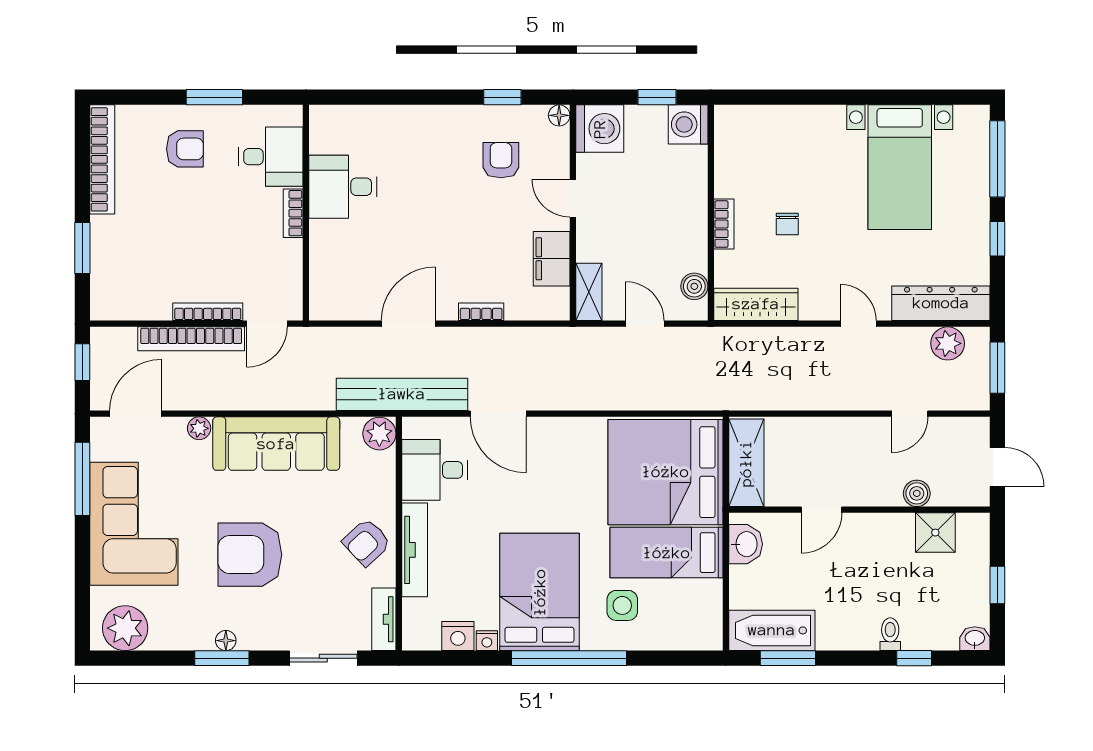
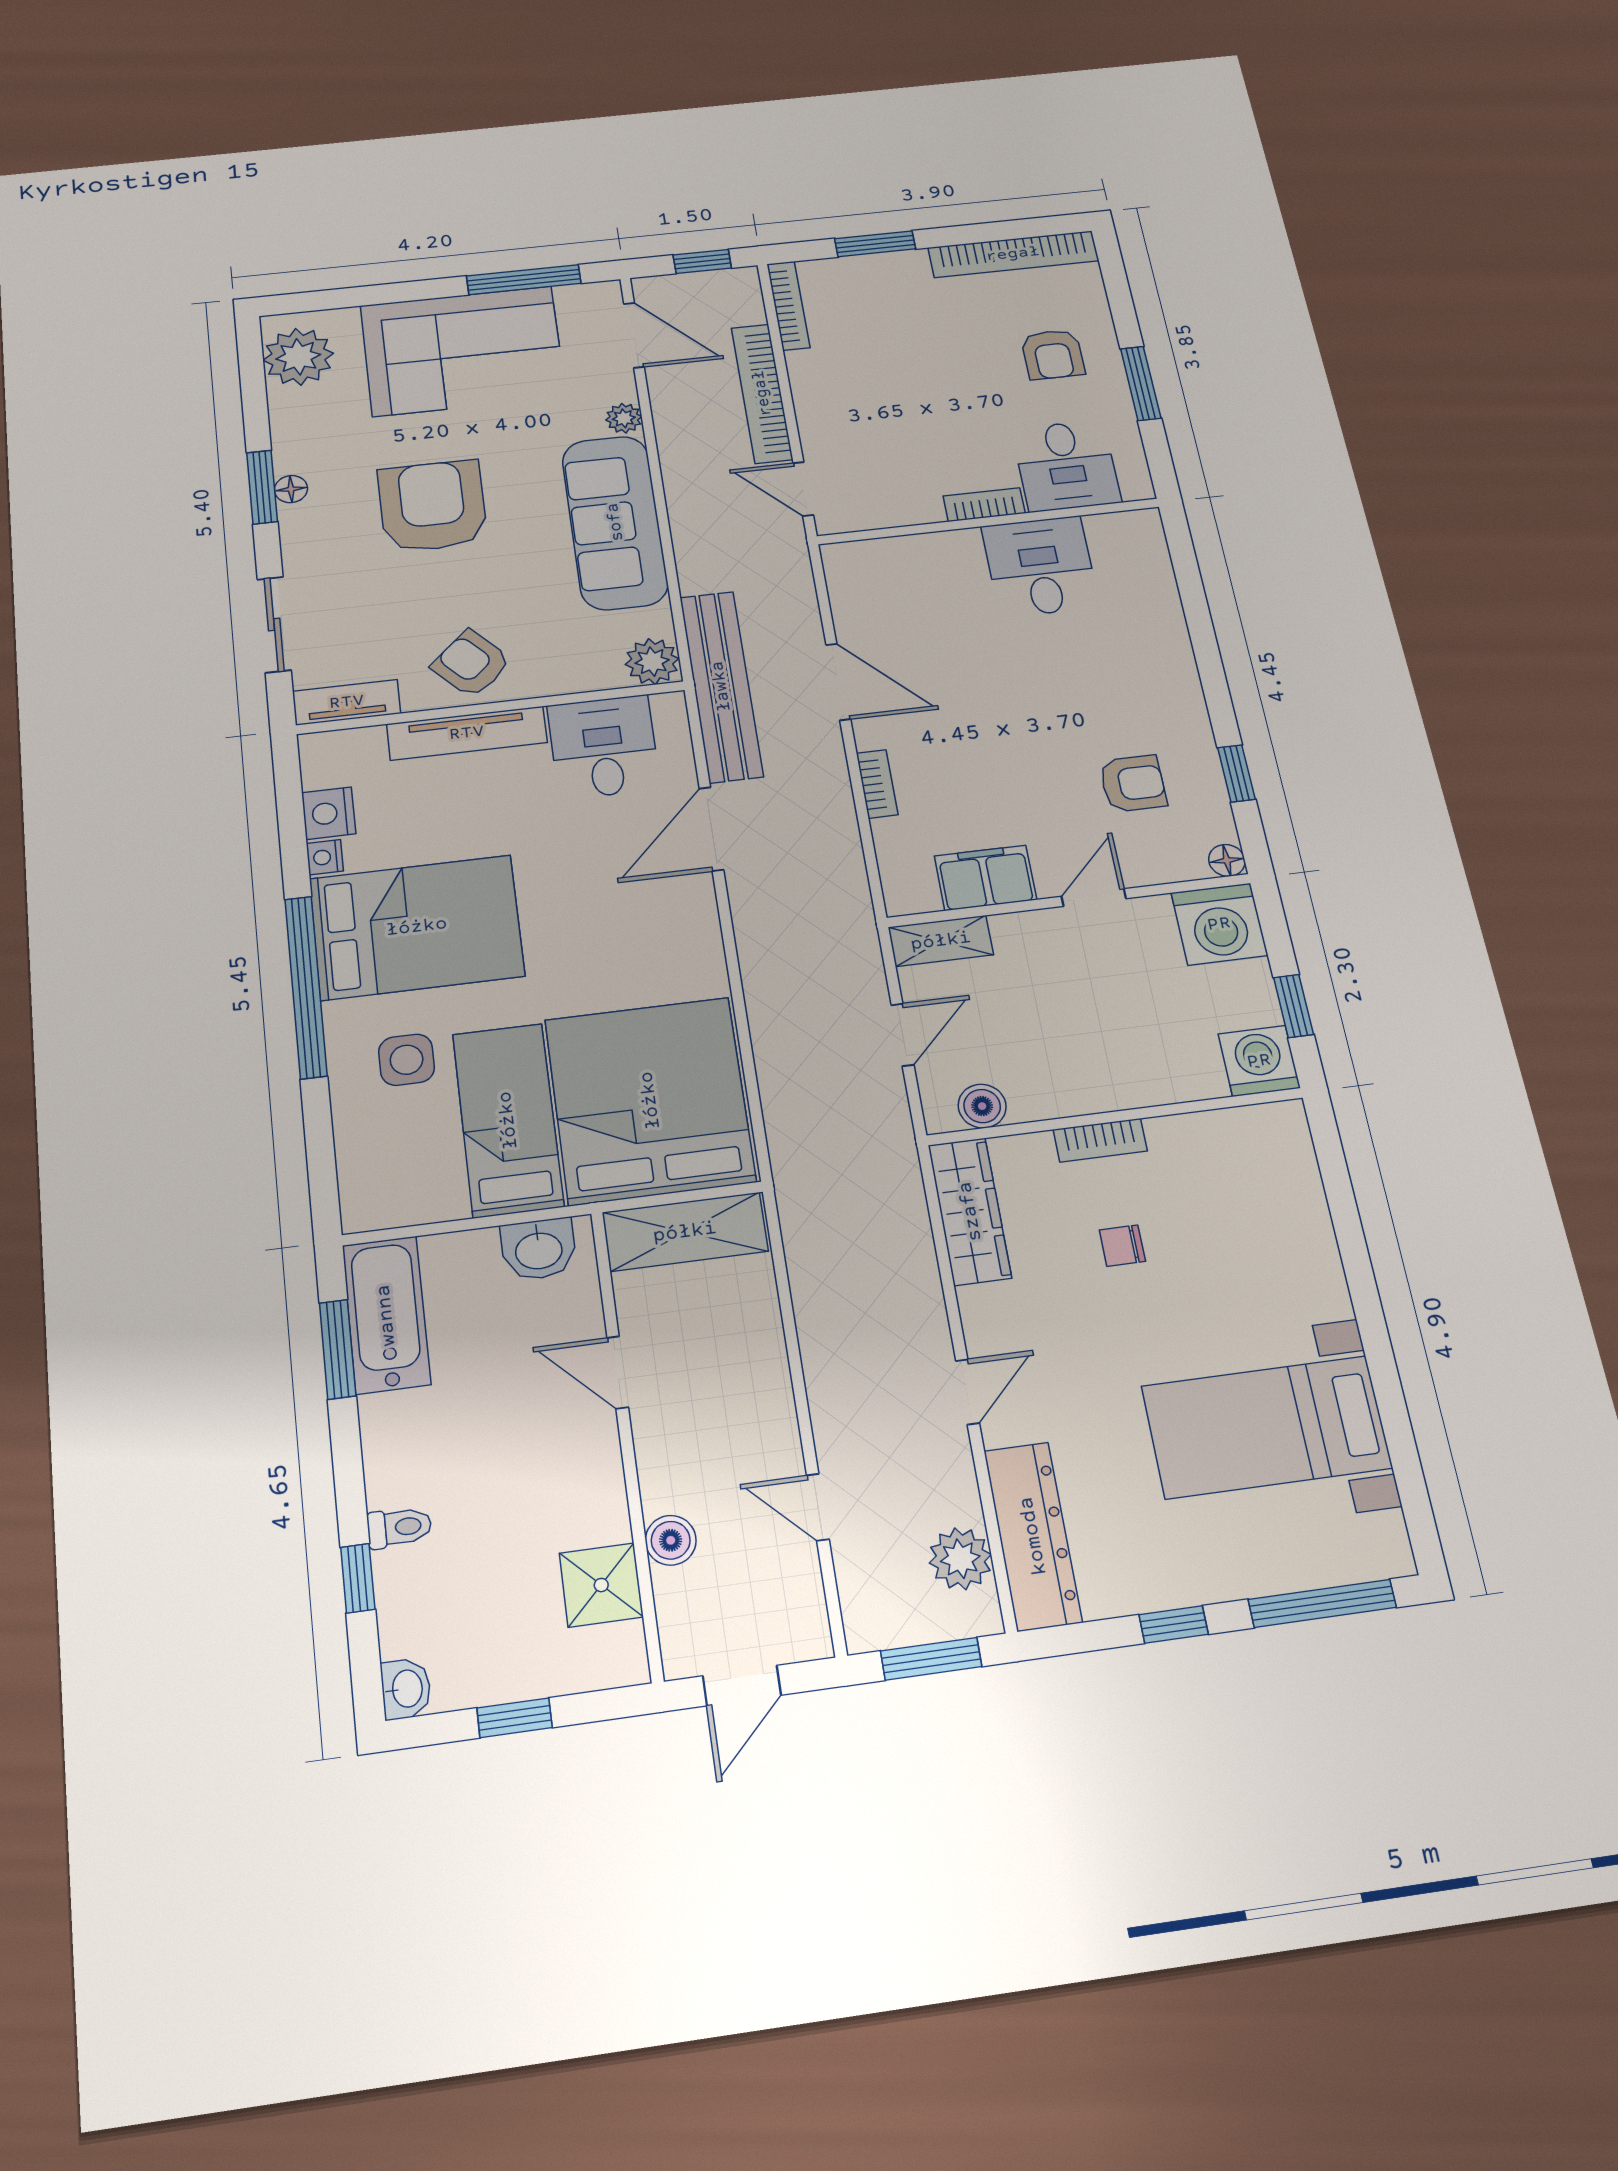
bookcase: (208, 312) -> (788, 306), moved

